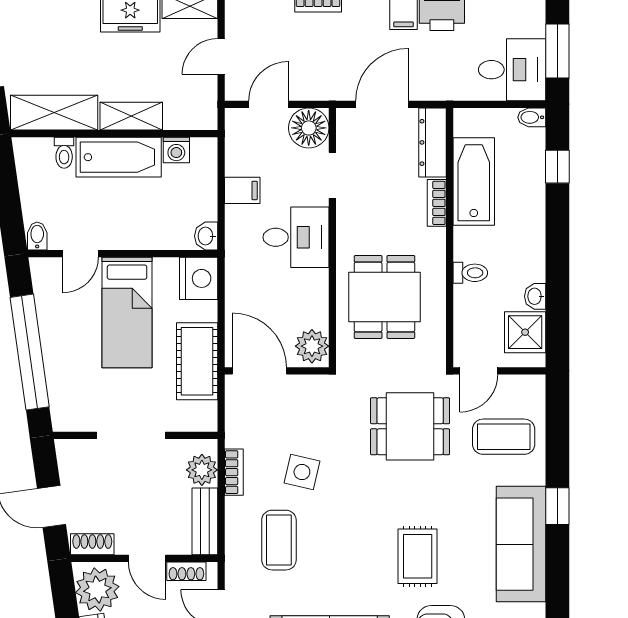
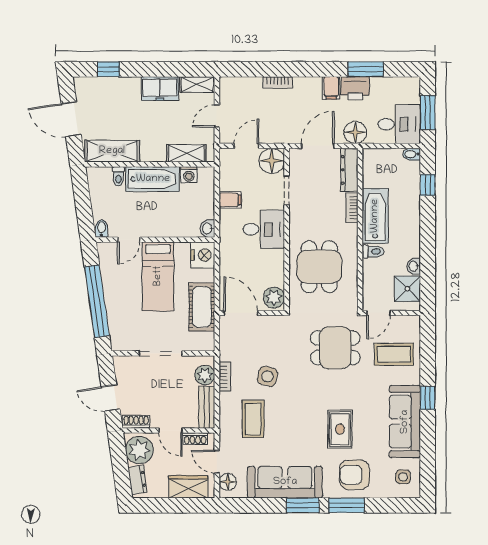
floor lamp: (442, 83) -> (355, 132), added
shelving: (131, 116) -> (186, 153), moved
bathtub: (474, 181) -> (375, 216), moved

